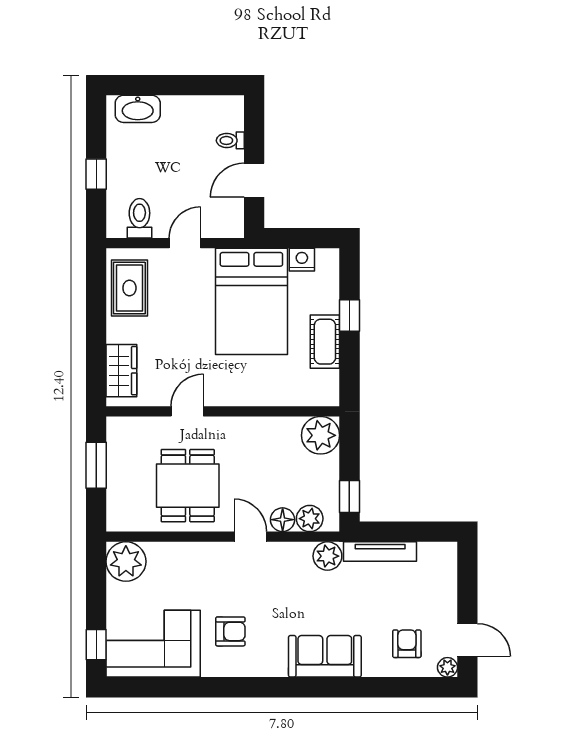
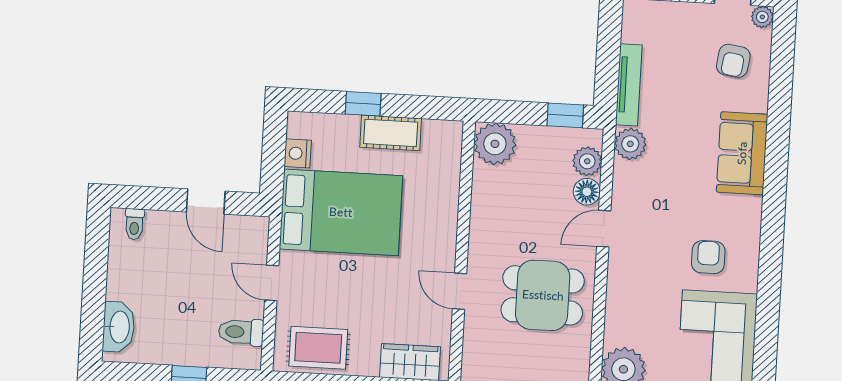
toilet: (230, 140) -> (134, 224), moved
armchair: (407, 644) -> (733, 61), turned -82

